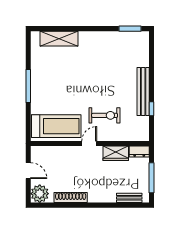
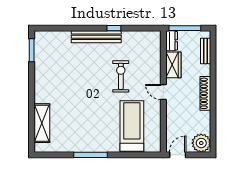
door: (89, 143) -> (163, 92), moved
wall: (90, 143) -> (163, 91), moved
dresser: (139, 151) -> (172, 41), moved
wardrobe: (116, 153) -> (173, 65), moved
shoe rack: (71, 198) -> (205, 93), moved

